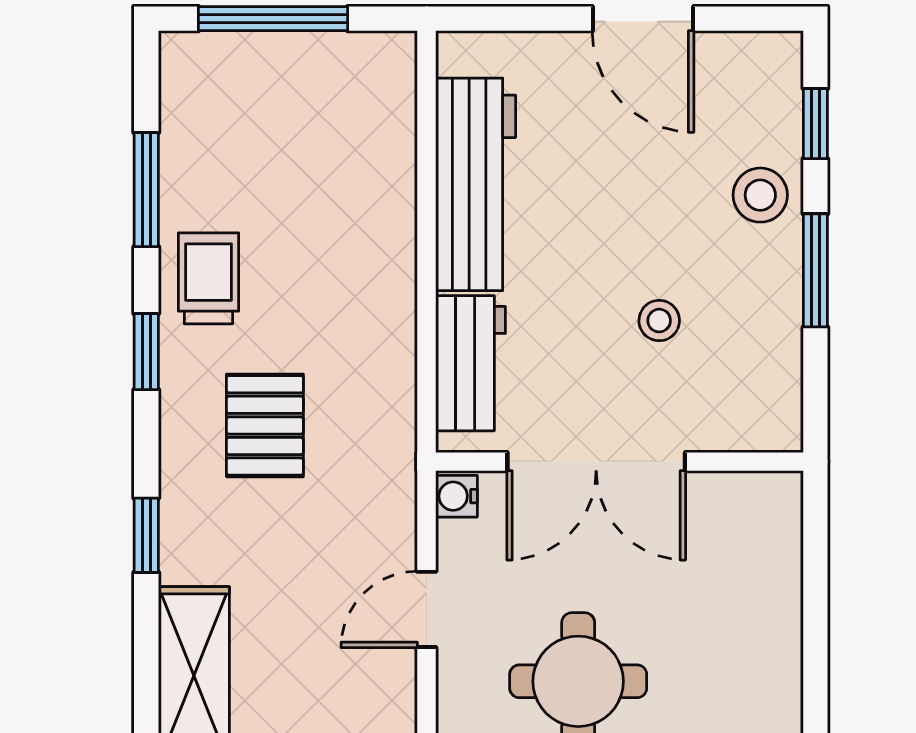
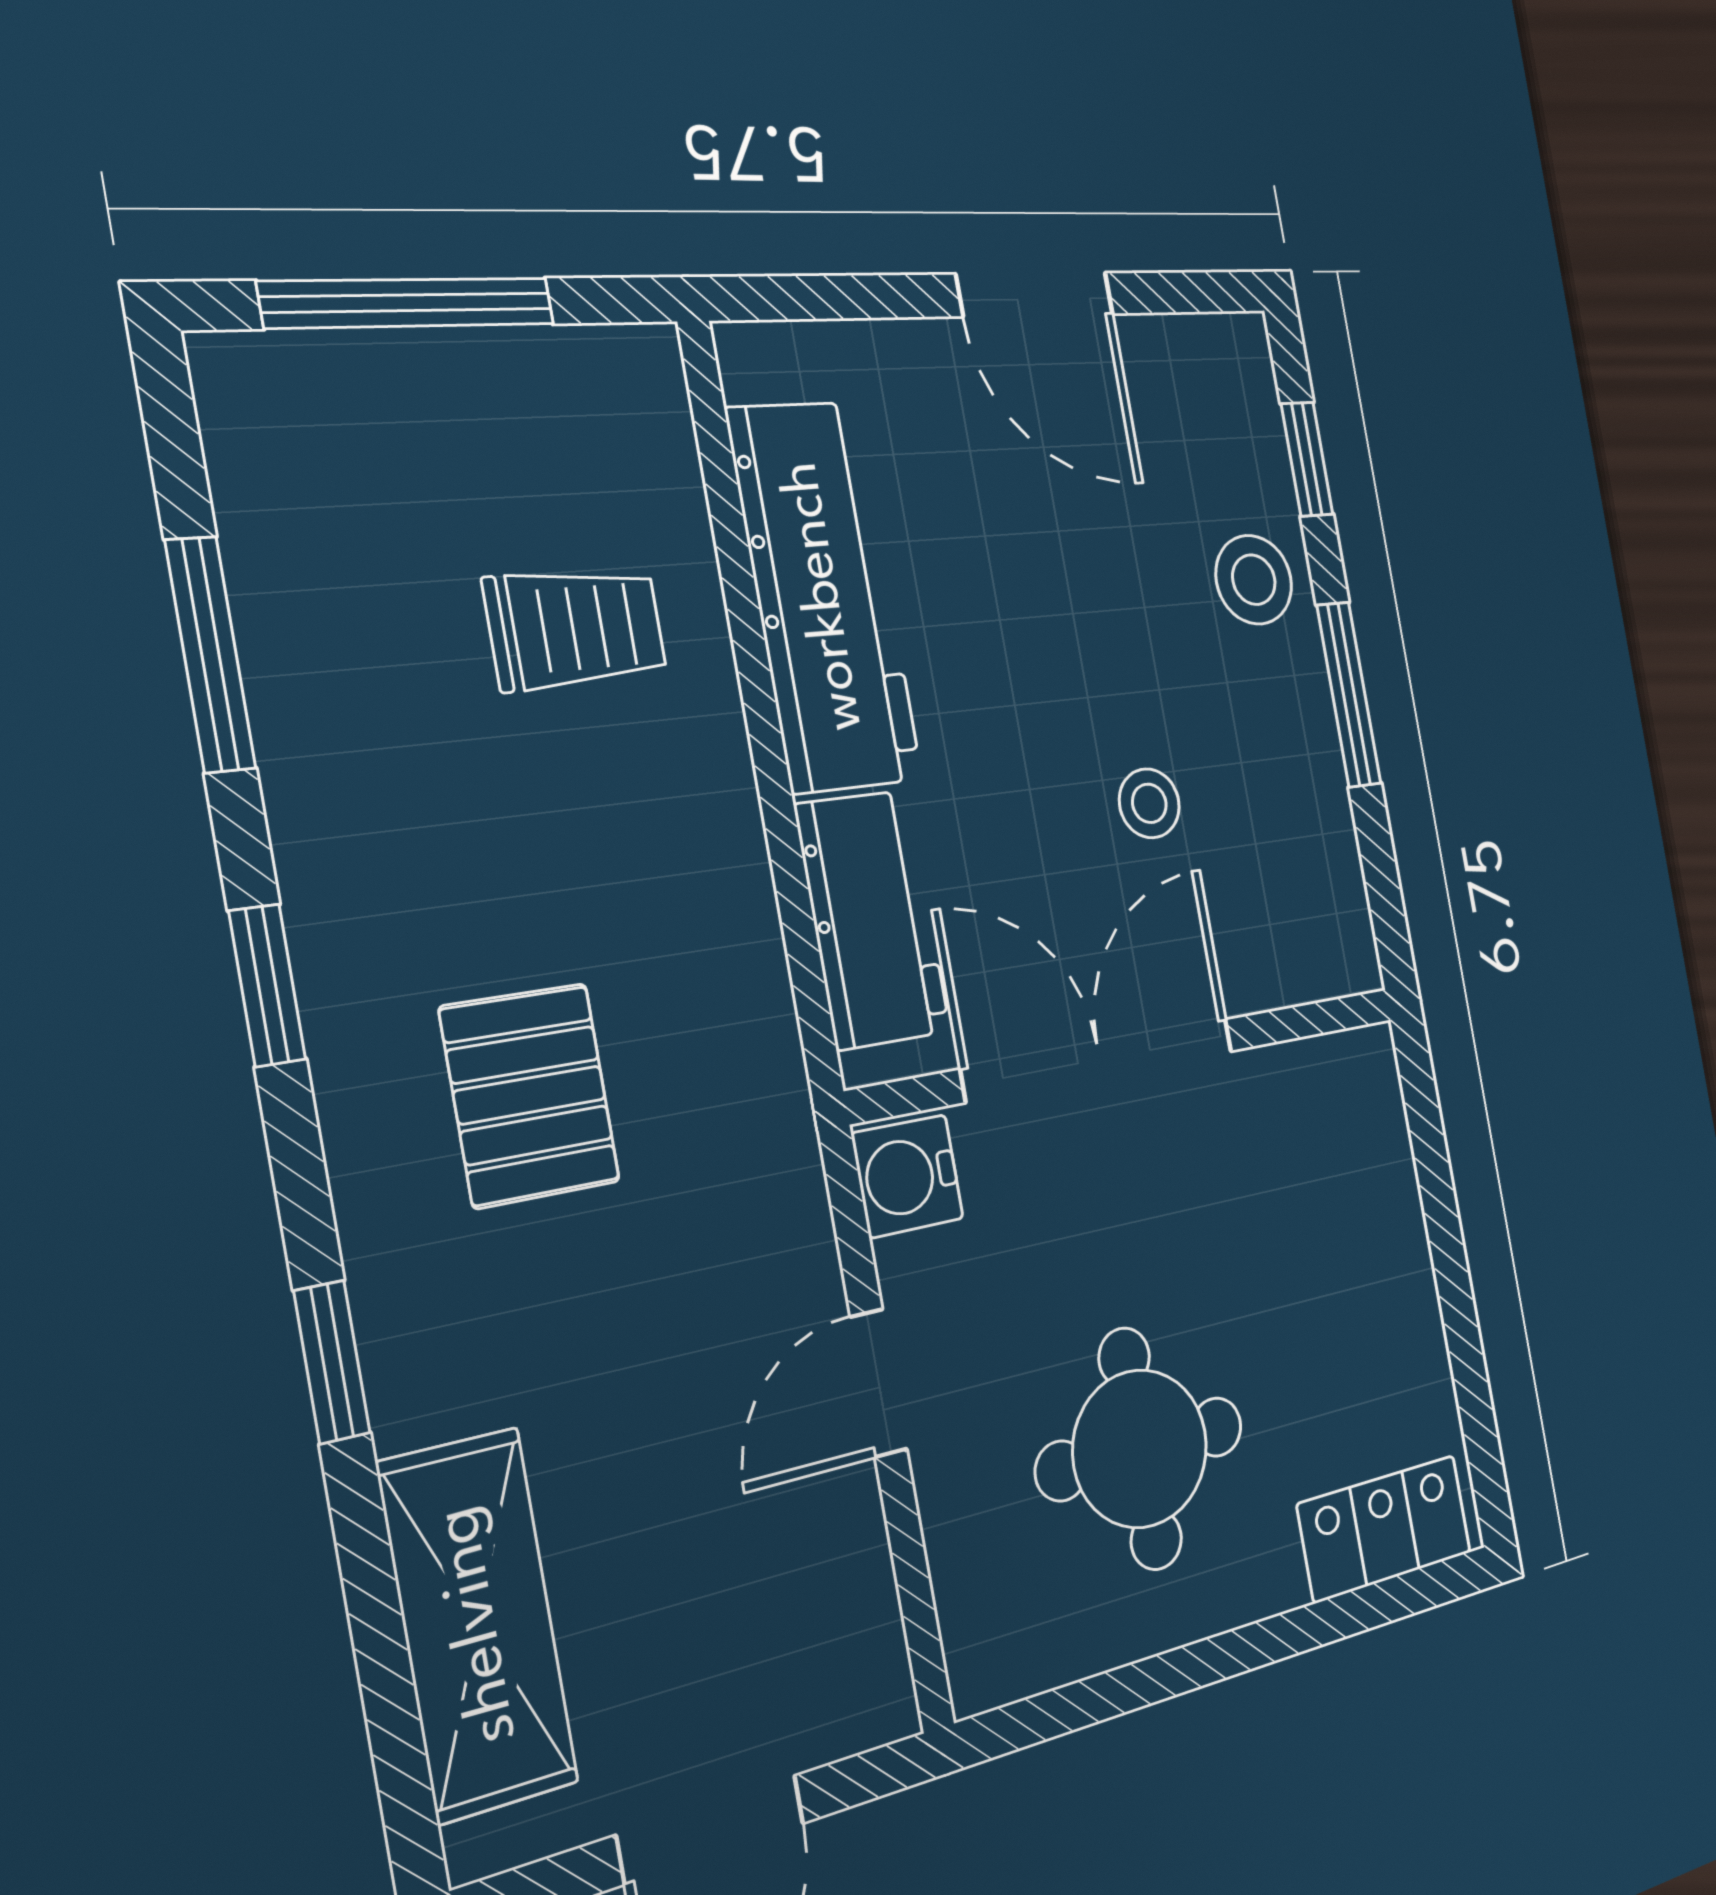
trolley: (208, 278) -> (576, 628), moved, turned 90
double door: (596, 462) -> (1100, 1060), swing flipped
water cooler: (456, 496) -> (907, 1176), width x1.38, depth x1.38

